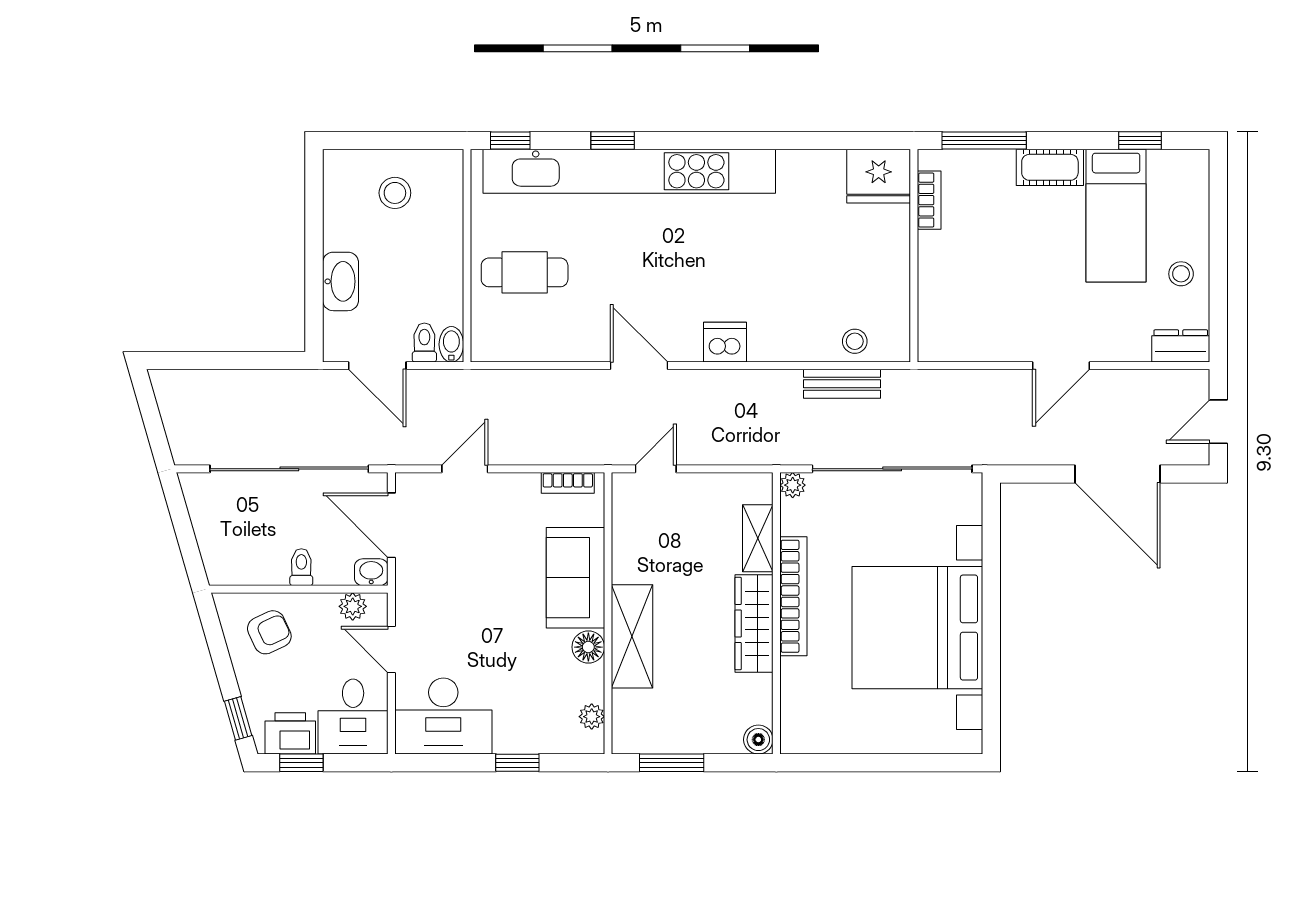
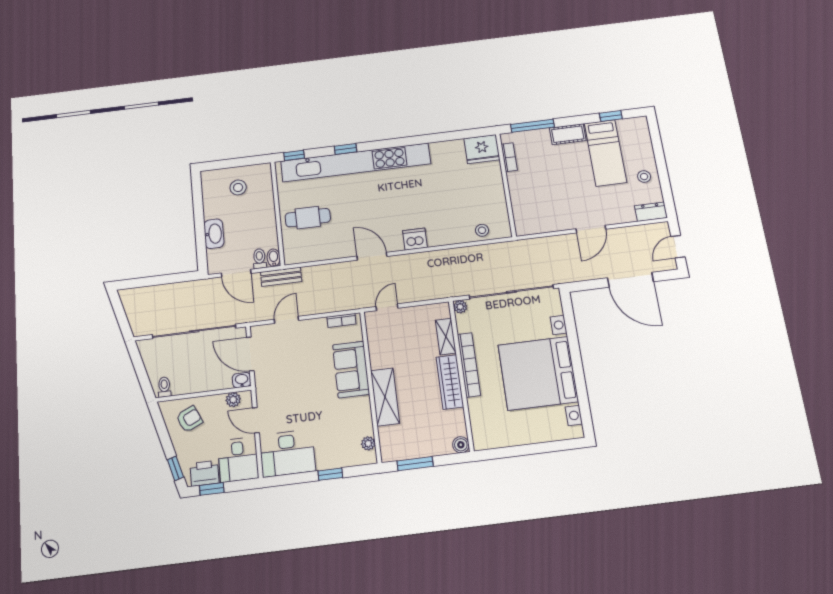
bench: (842, 384) -> (281, 277), moved
toilet: (301, 567) -> (164, 387), moved
floor lamp: (588, 647) -> (362, 406), removed

